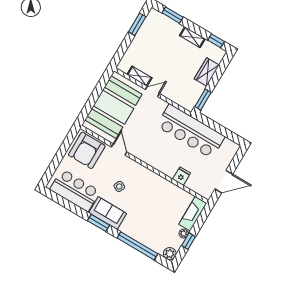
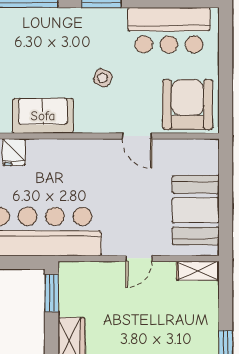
shelving: (139, 76) -> (198, 271), moved
booth: (113, 107) -> (196, 210), width x0.73, depth x0.70
sofa: (108, 213) -> (43, 116), moved, turned 180

